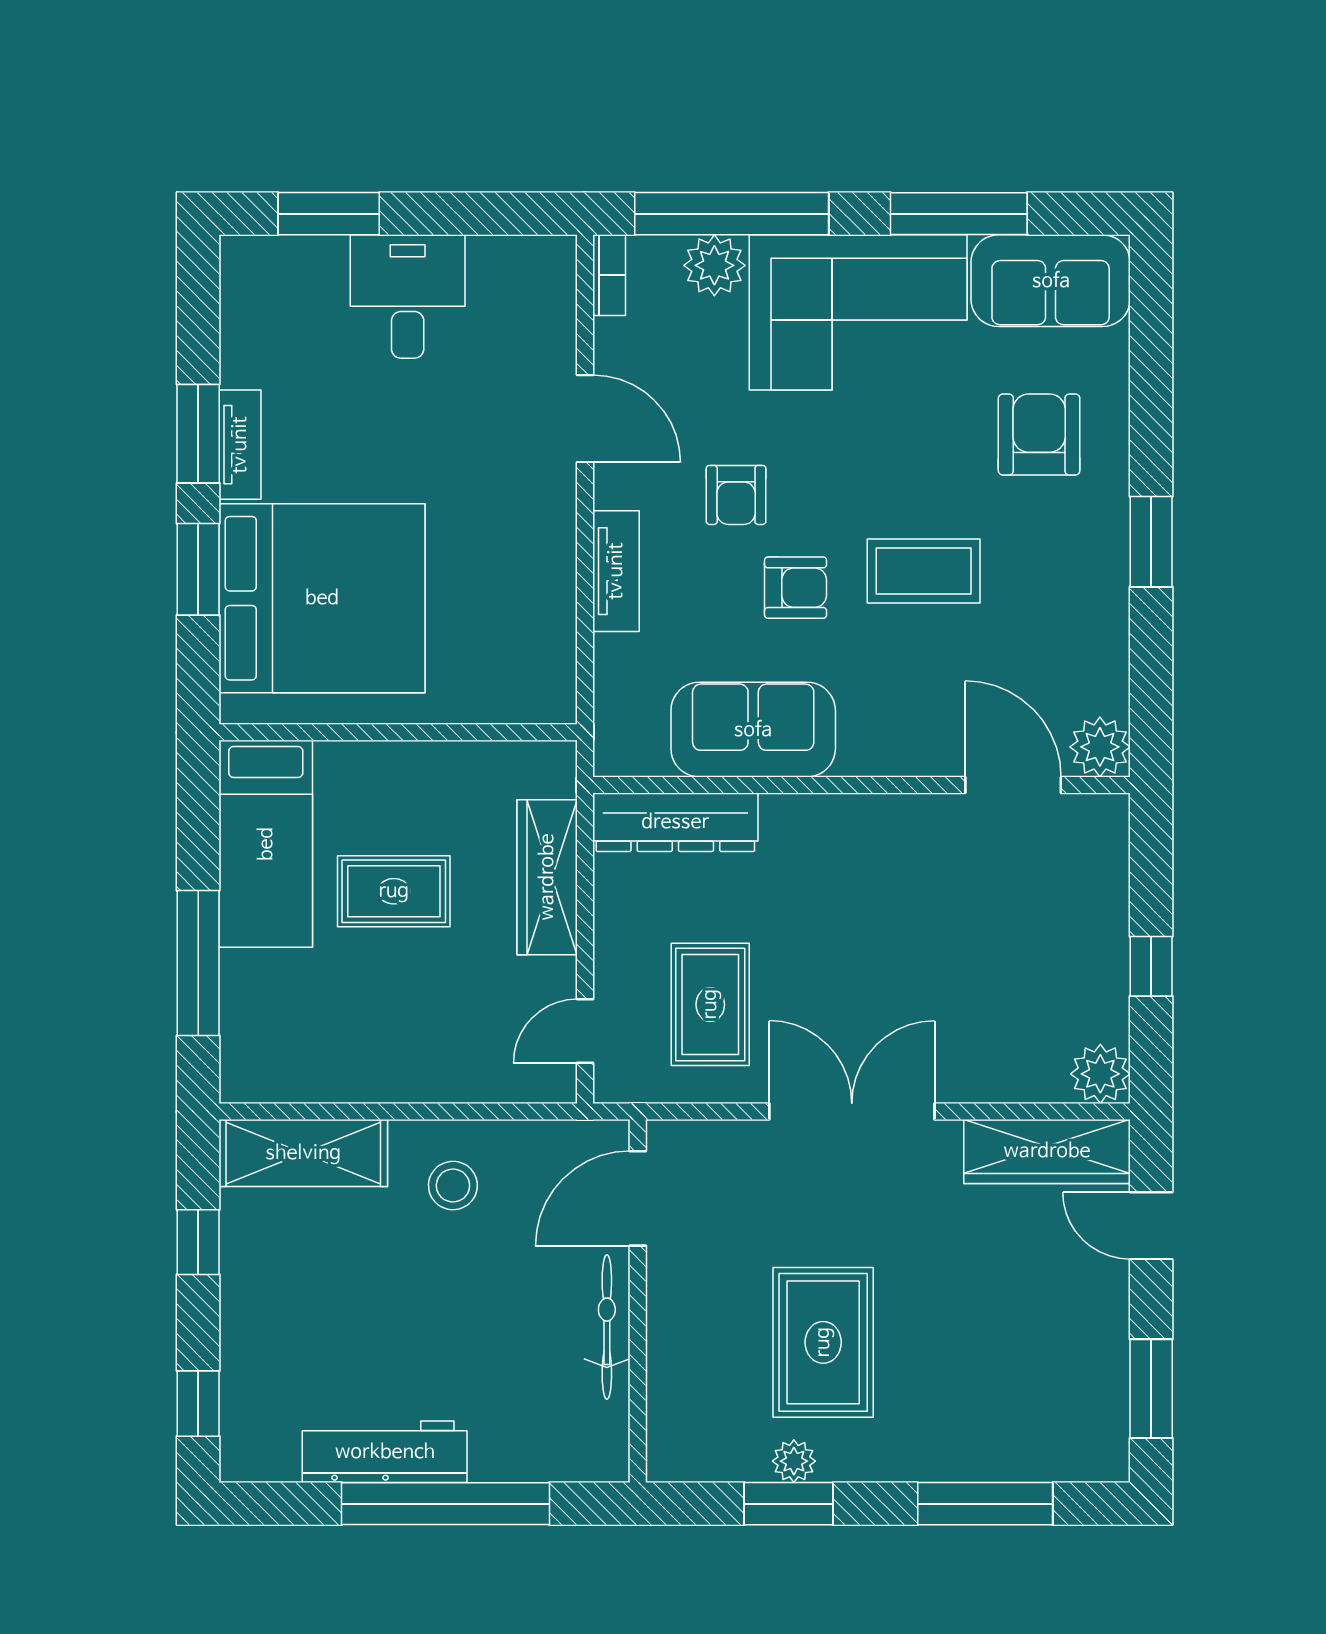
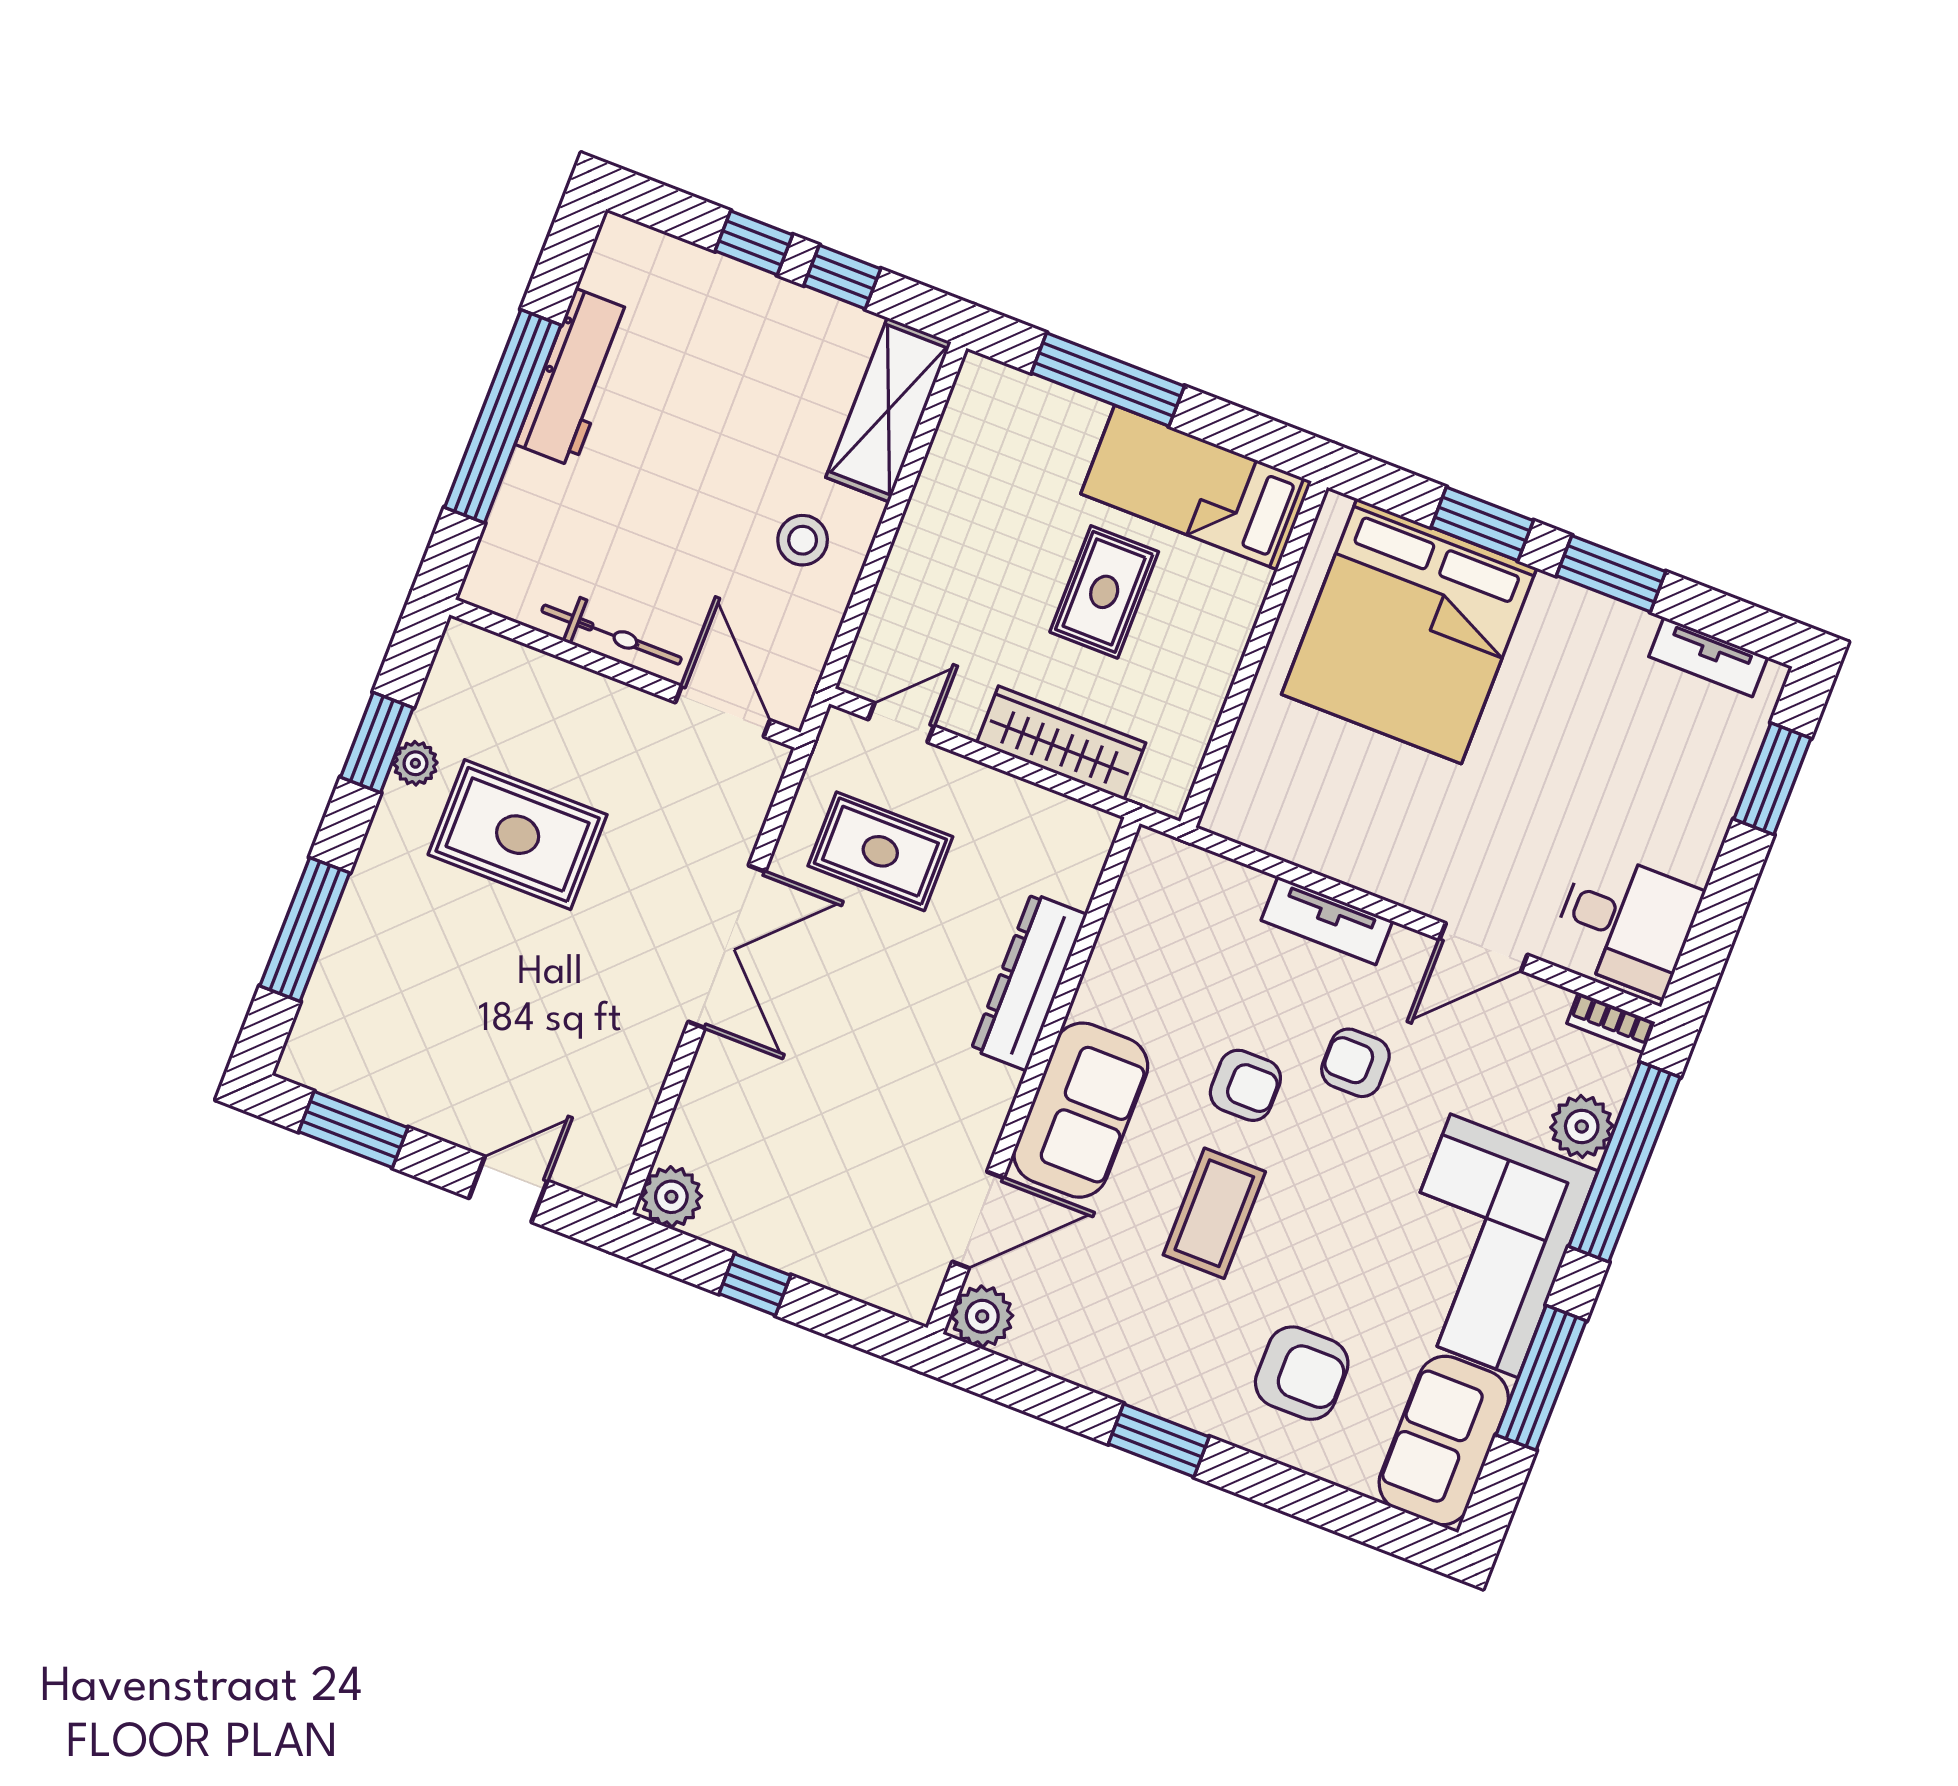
desk: (408, 297) -> (1626, 923), moved
tv unit: (240, 445) -> (1708, 657), moved
armchair: (796, 588) -> (1245, 1085), turned -90
sofa: (753, 730) -> (1081, 1110), moved
dresser: (675, 822) -> (1029, 982), moved
door: (585, 1031) -> (901, 722), hinge flipped
wardrobe: (1047, 1151) -> (617, 1118), removed
window: (198, 1404) -> (754, 243), moved

